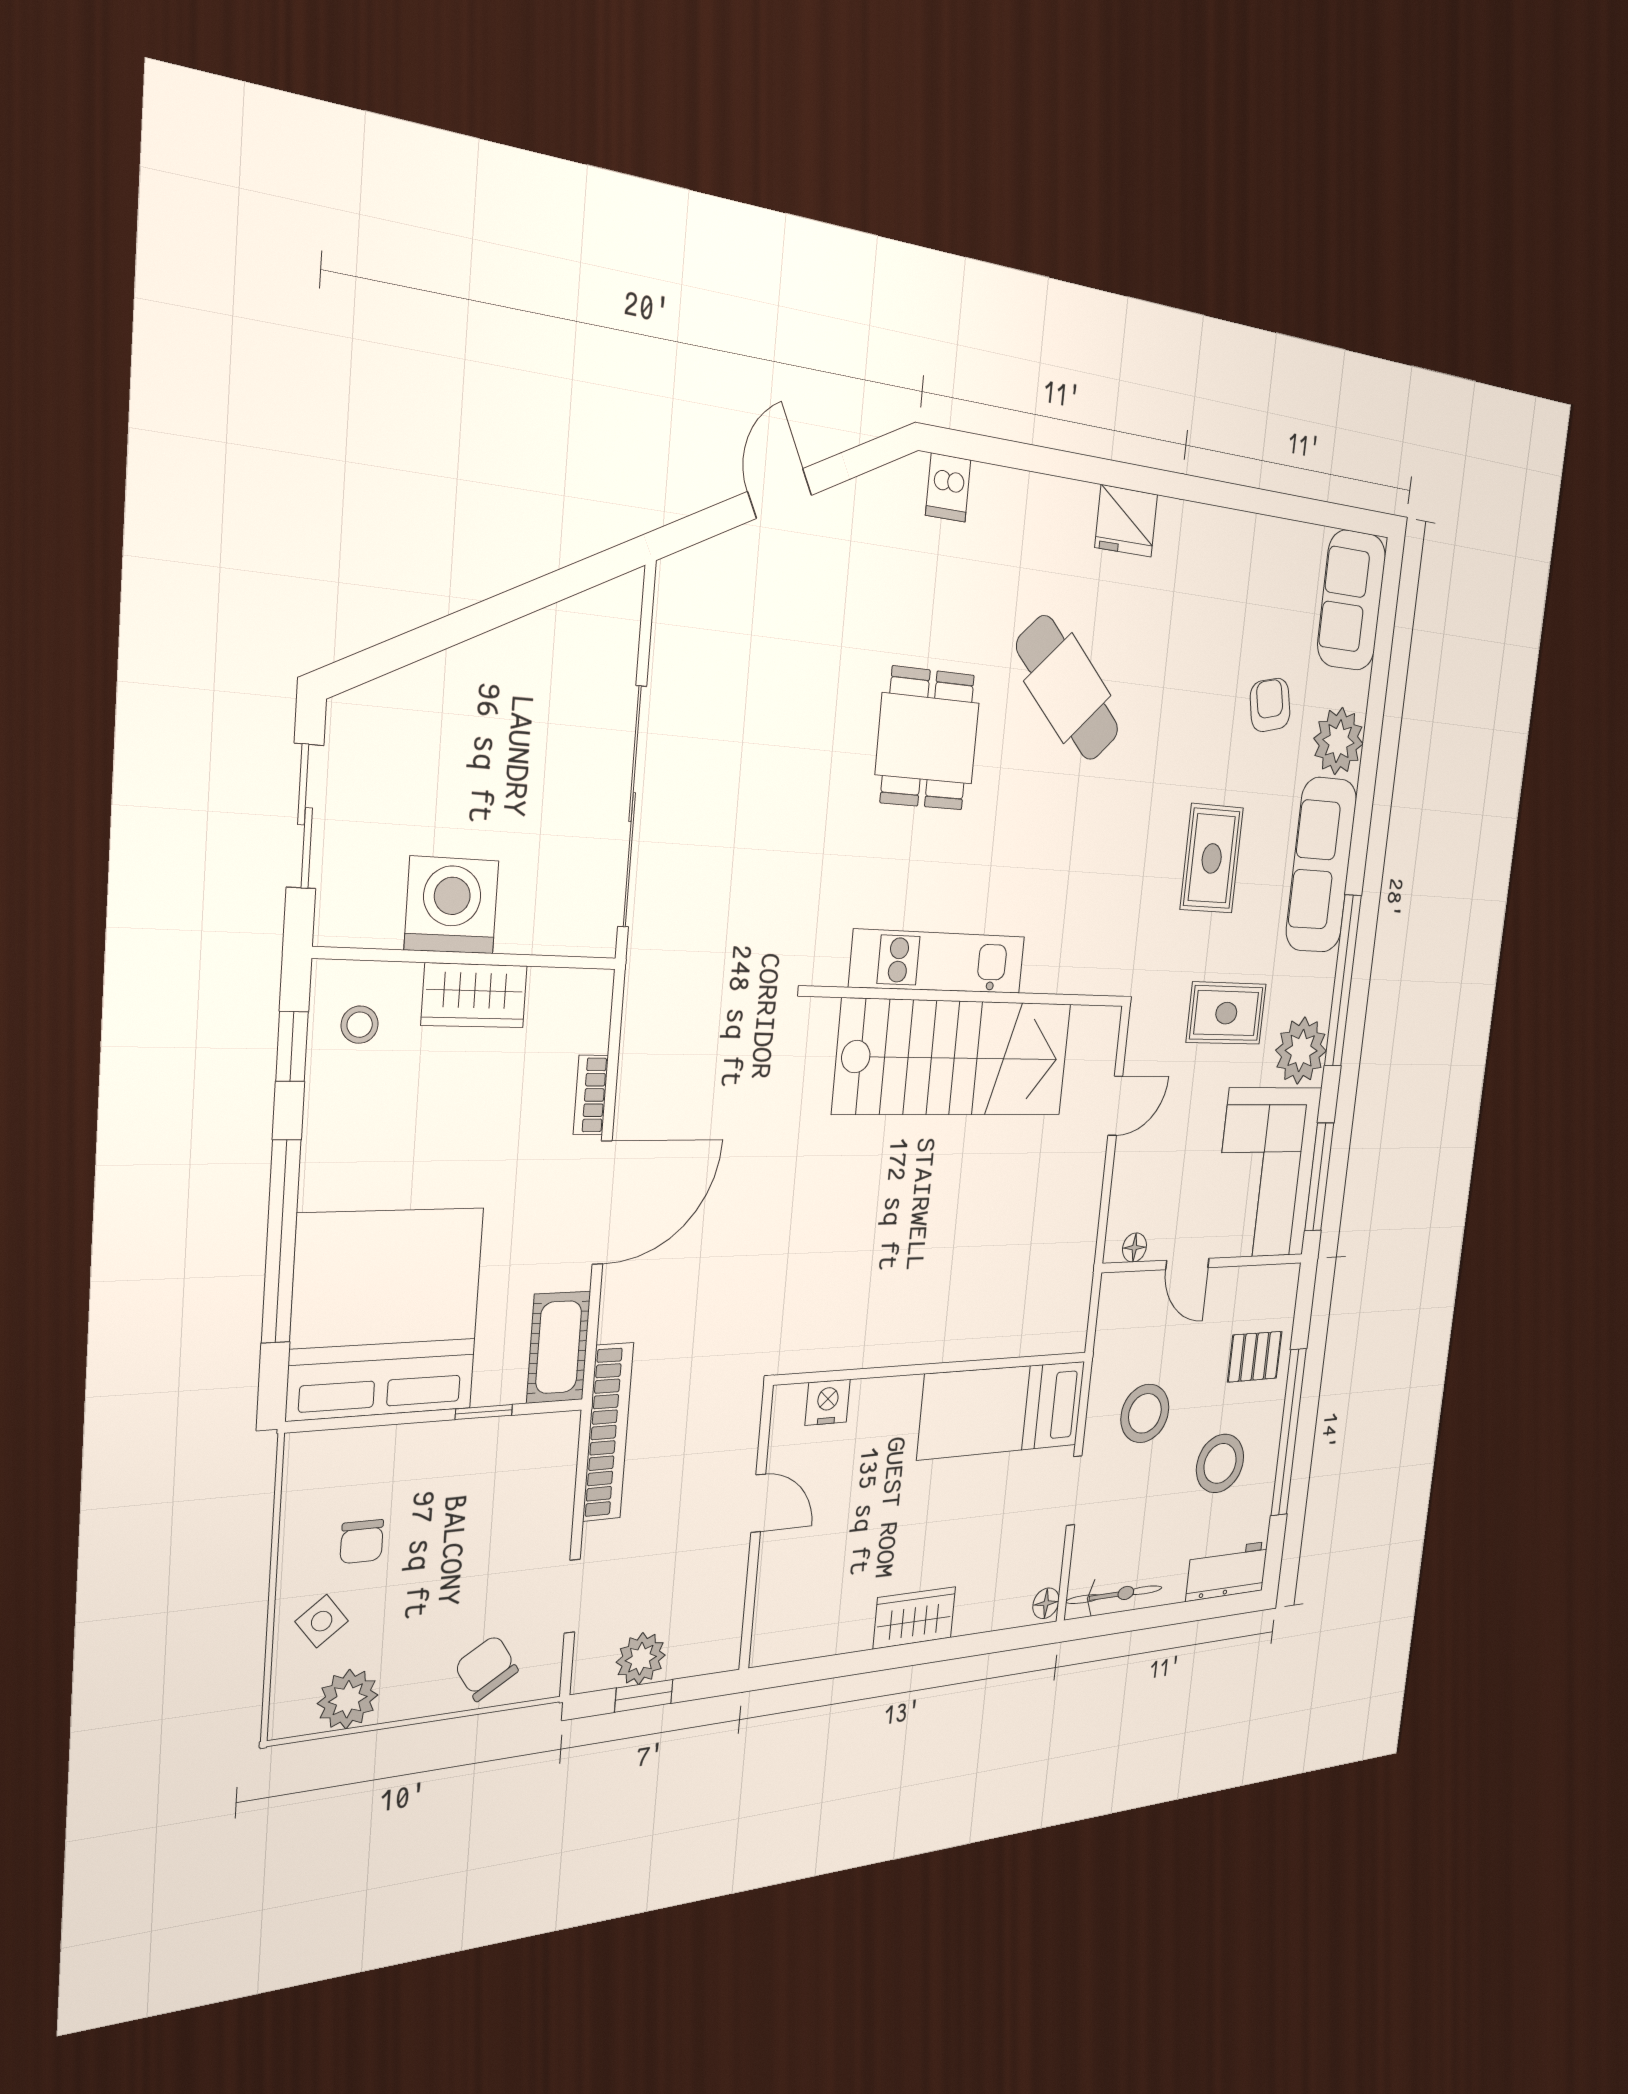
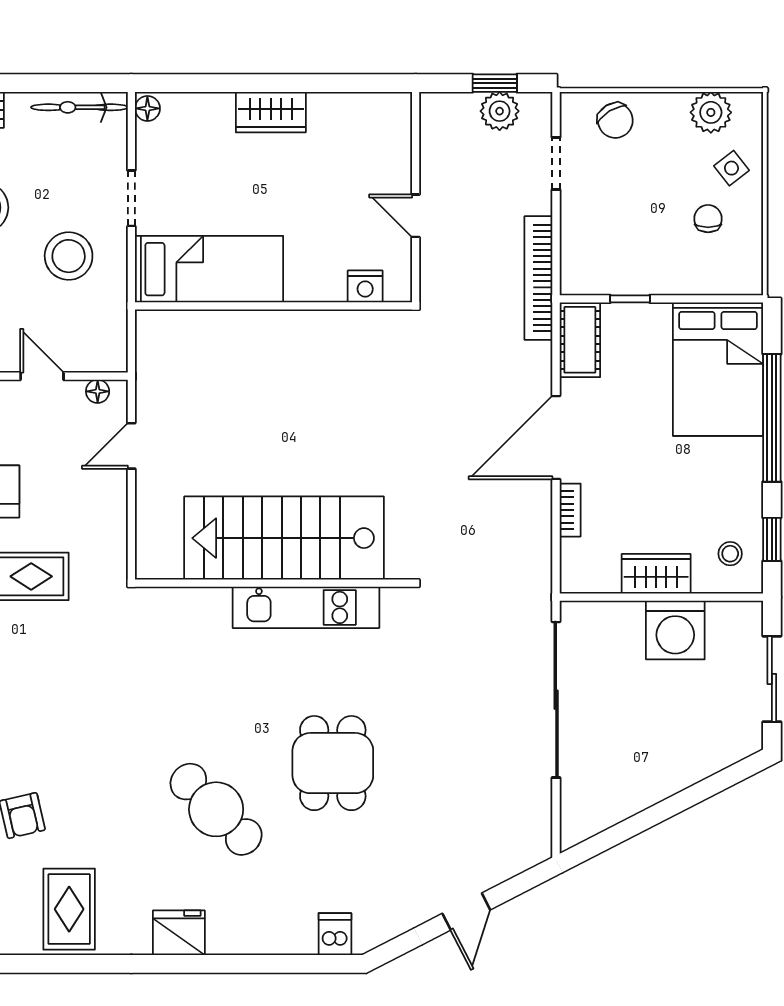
rug: (1212, 859) -> (69, 909), moved
door: (1115, 1106) -> (131, 446), moved
bed: (386, 1313) -> (718, 369), width x0.73

